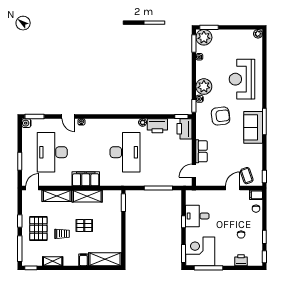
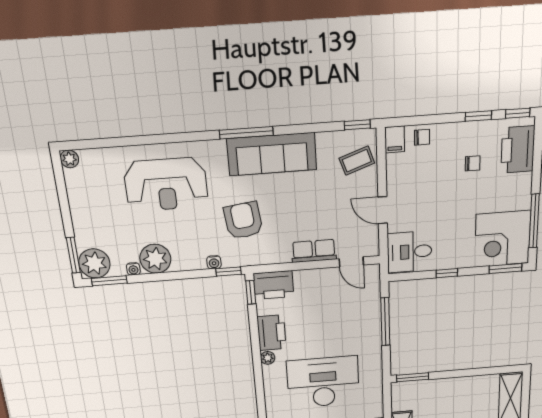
plant: (204, 87) -> (155, 259), moved
sofa: (253, 127) -> (272, 154), width x1.36
door: (233, 188) -> (383, 210), moved
desk: (197, 216) -> (410, 252), moved, turned 90
printer: (241, 260) -> (518, 150), width x1.87, depth x1.48

